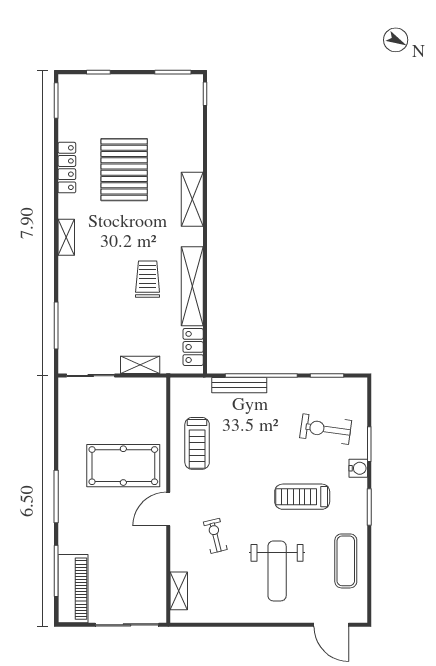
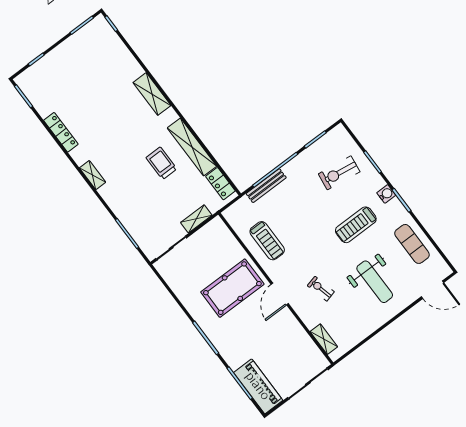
pallet: (124, 170) -> (97, 107), removed
water cooler: (358, 468) -> (386, 194), moved

